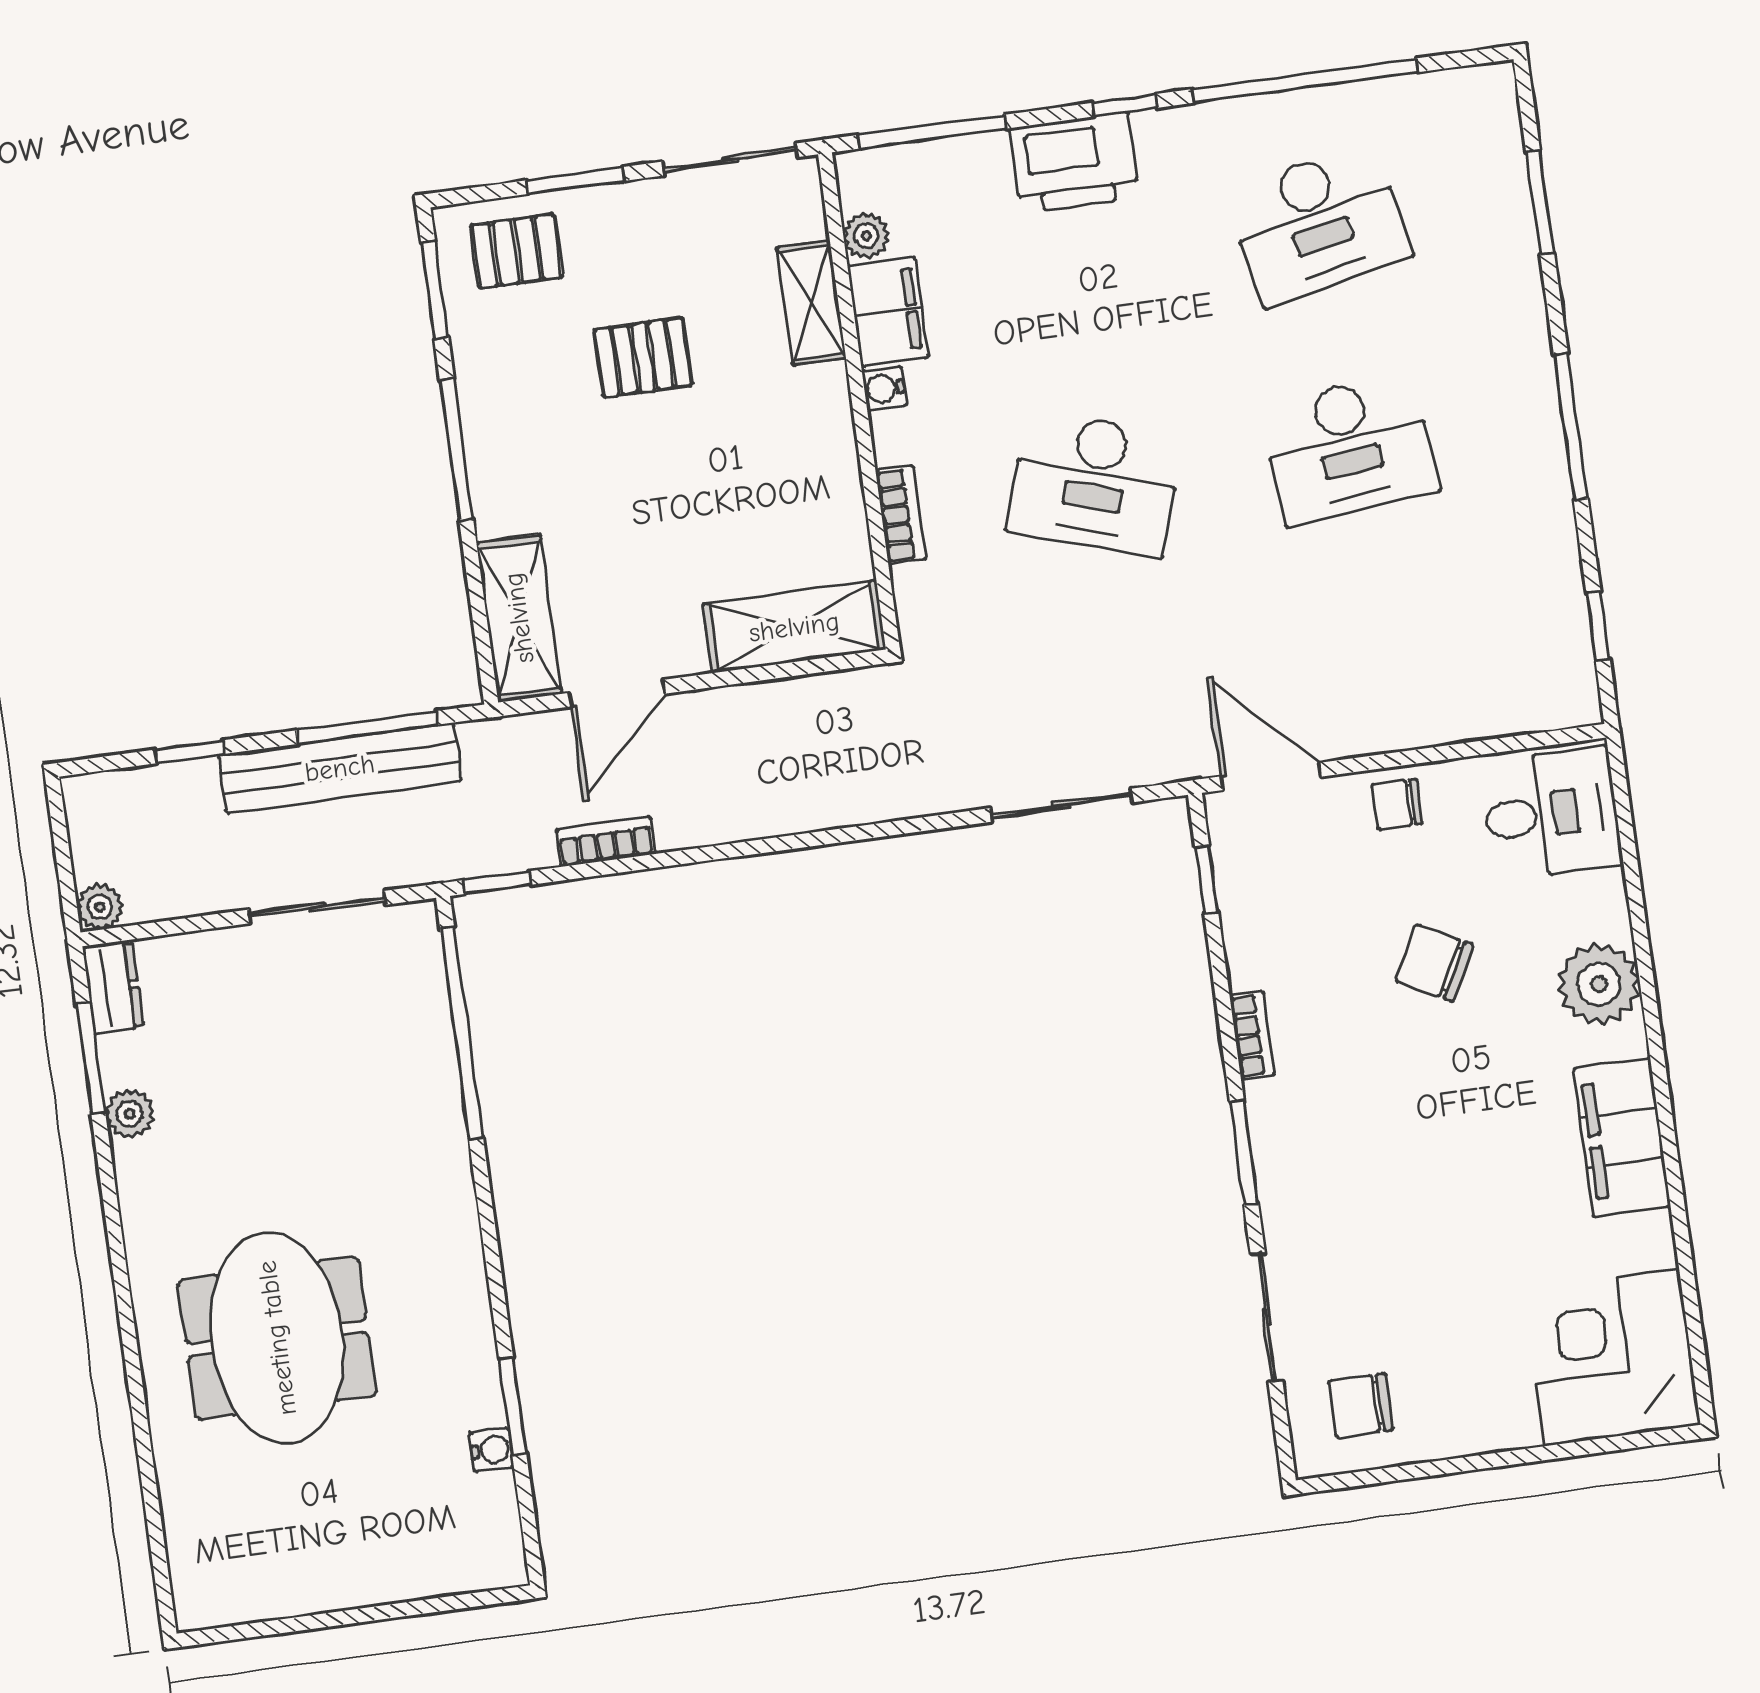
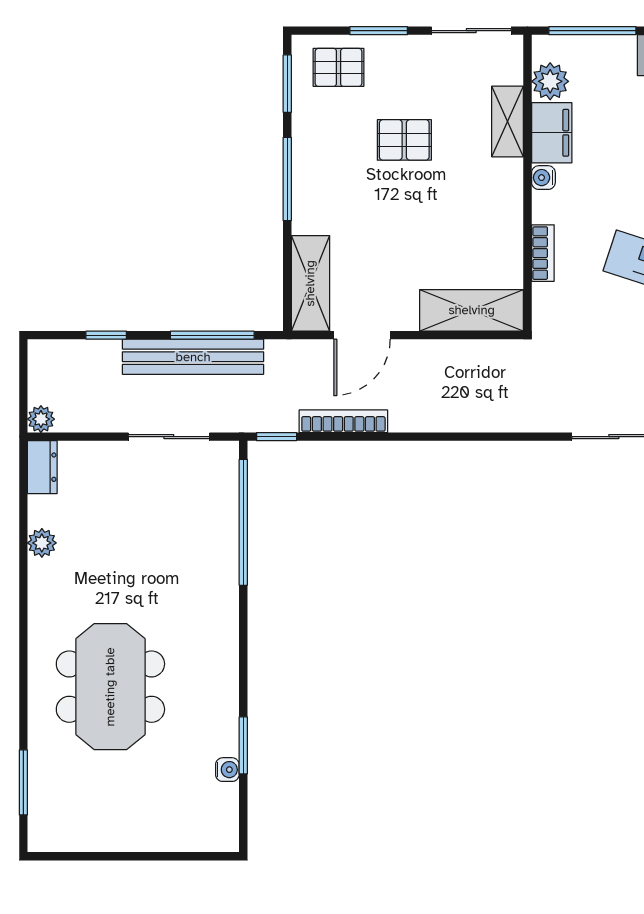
plant: (866, 236) -> (550, 81), width x1.38, depth x1.38
bookcase: (606, 841) -> (343, 421), width x1.56
window: (91, 1058) -> (23, 782), moved

